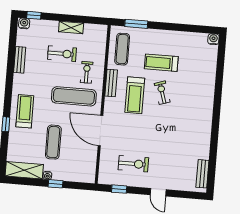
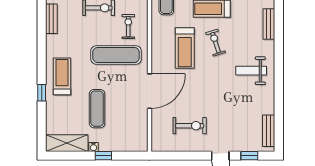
bench: (111, 83) -> (269, 24), moved
weight bench: (191, 120) -> (251, 71), added
door: (101, 131) -> (149, 91), swing flipped
window: (119, 189) -> (249, 156), moved

